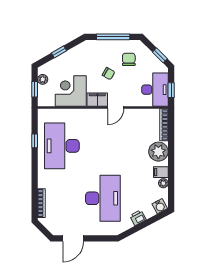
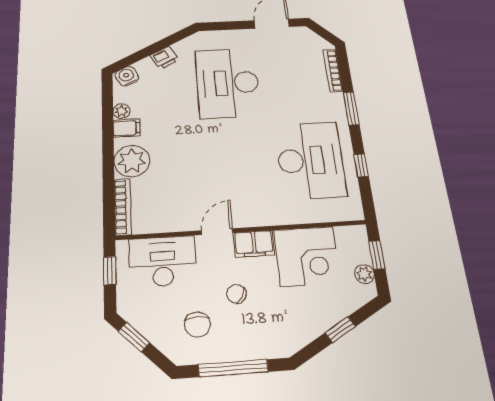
desk: (155, 90) -> (163, 261), moved, turned 90
window: (35, 177) -> (351, 109), added

